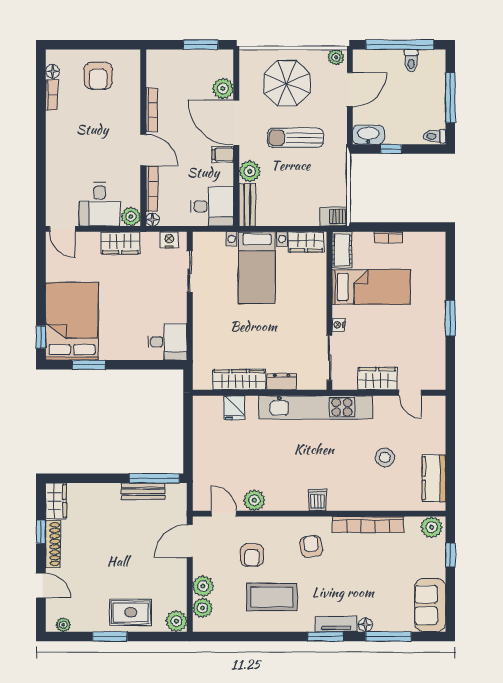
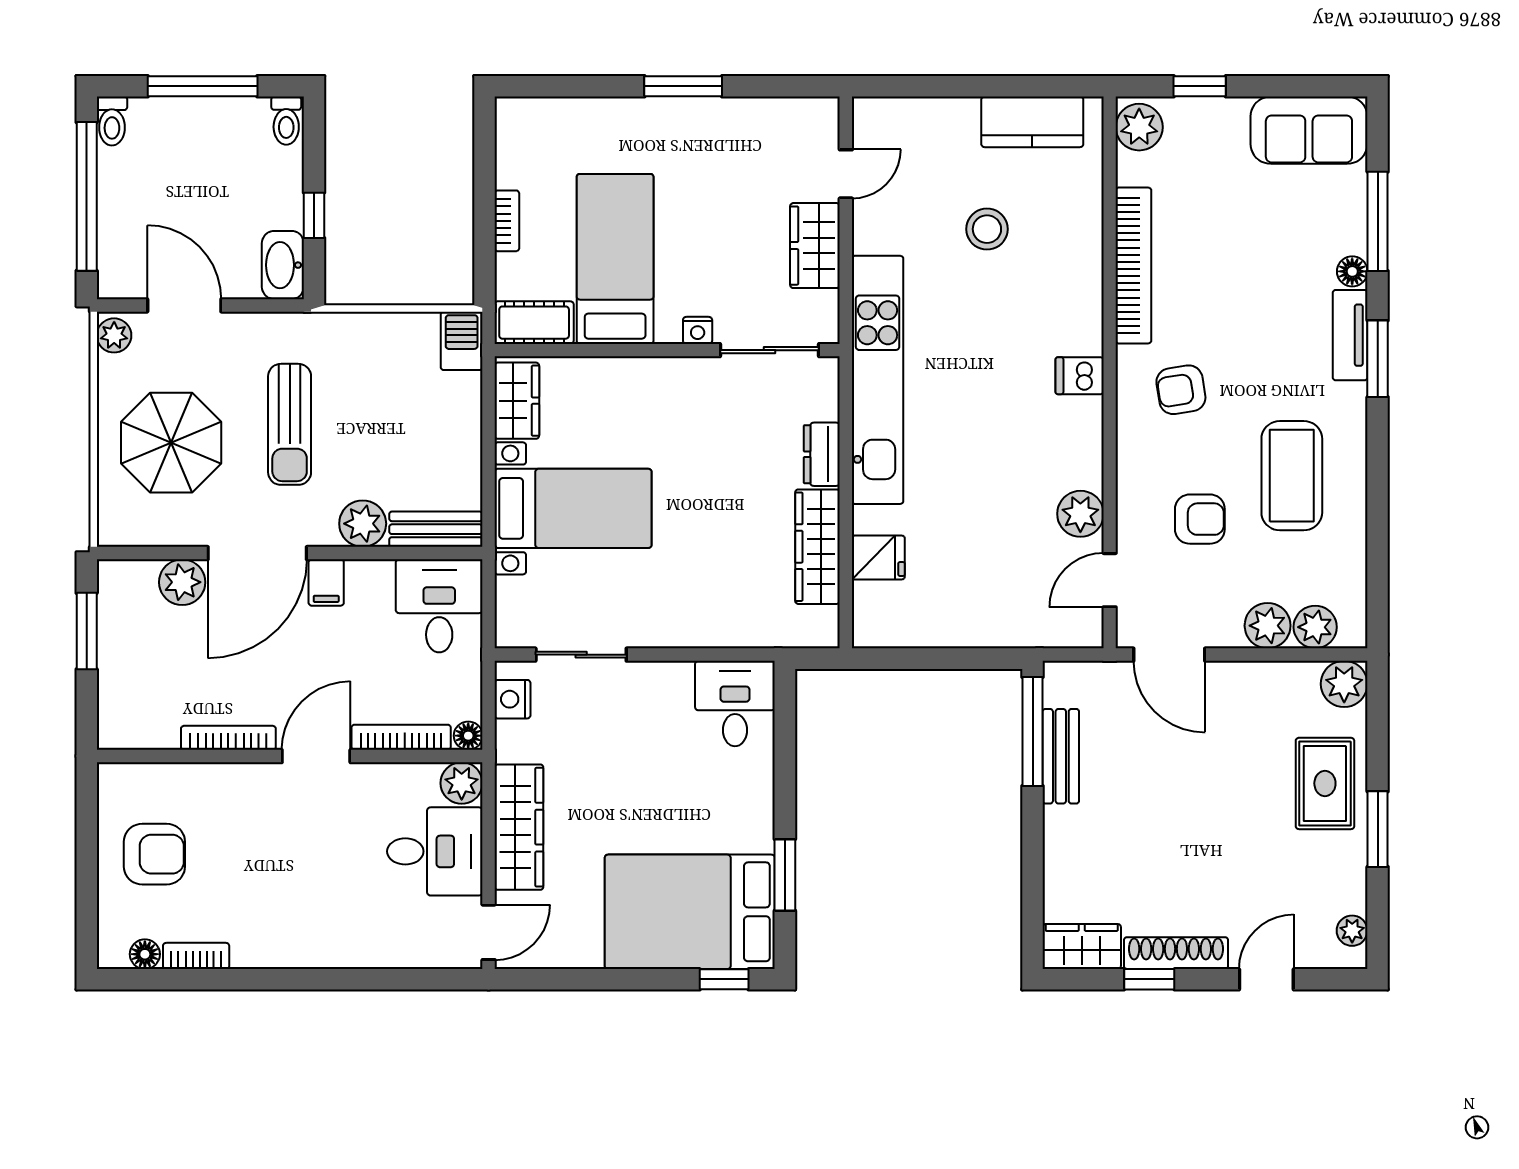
toilet: (411, 61) -> (112, 121), moved, turned 90
wardrobe: (120, 243) -> (519, 827), width x1.50

